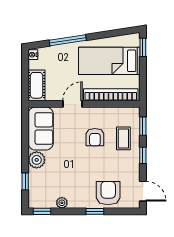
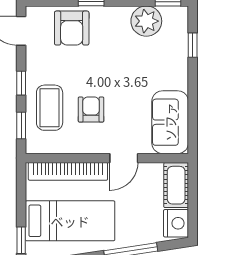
nightstand: (33, 55) -> (176, 223), width x1.89, depth x1.79
coffee table: (123, 138) -> (50, 108), width x1.36, depth x1.30
plant: (37, 160) -> (176, 76), removed
plant: (62, 203) -> (146, 21), width x1.88, depth x1.88

